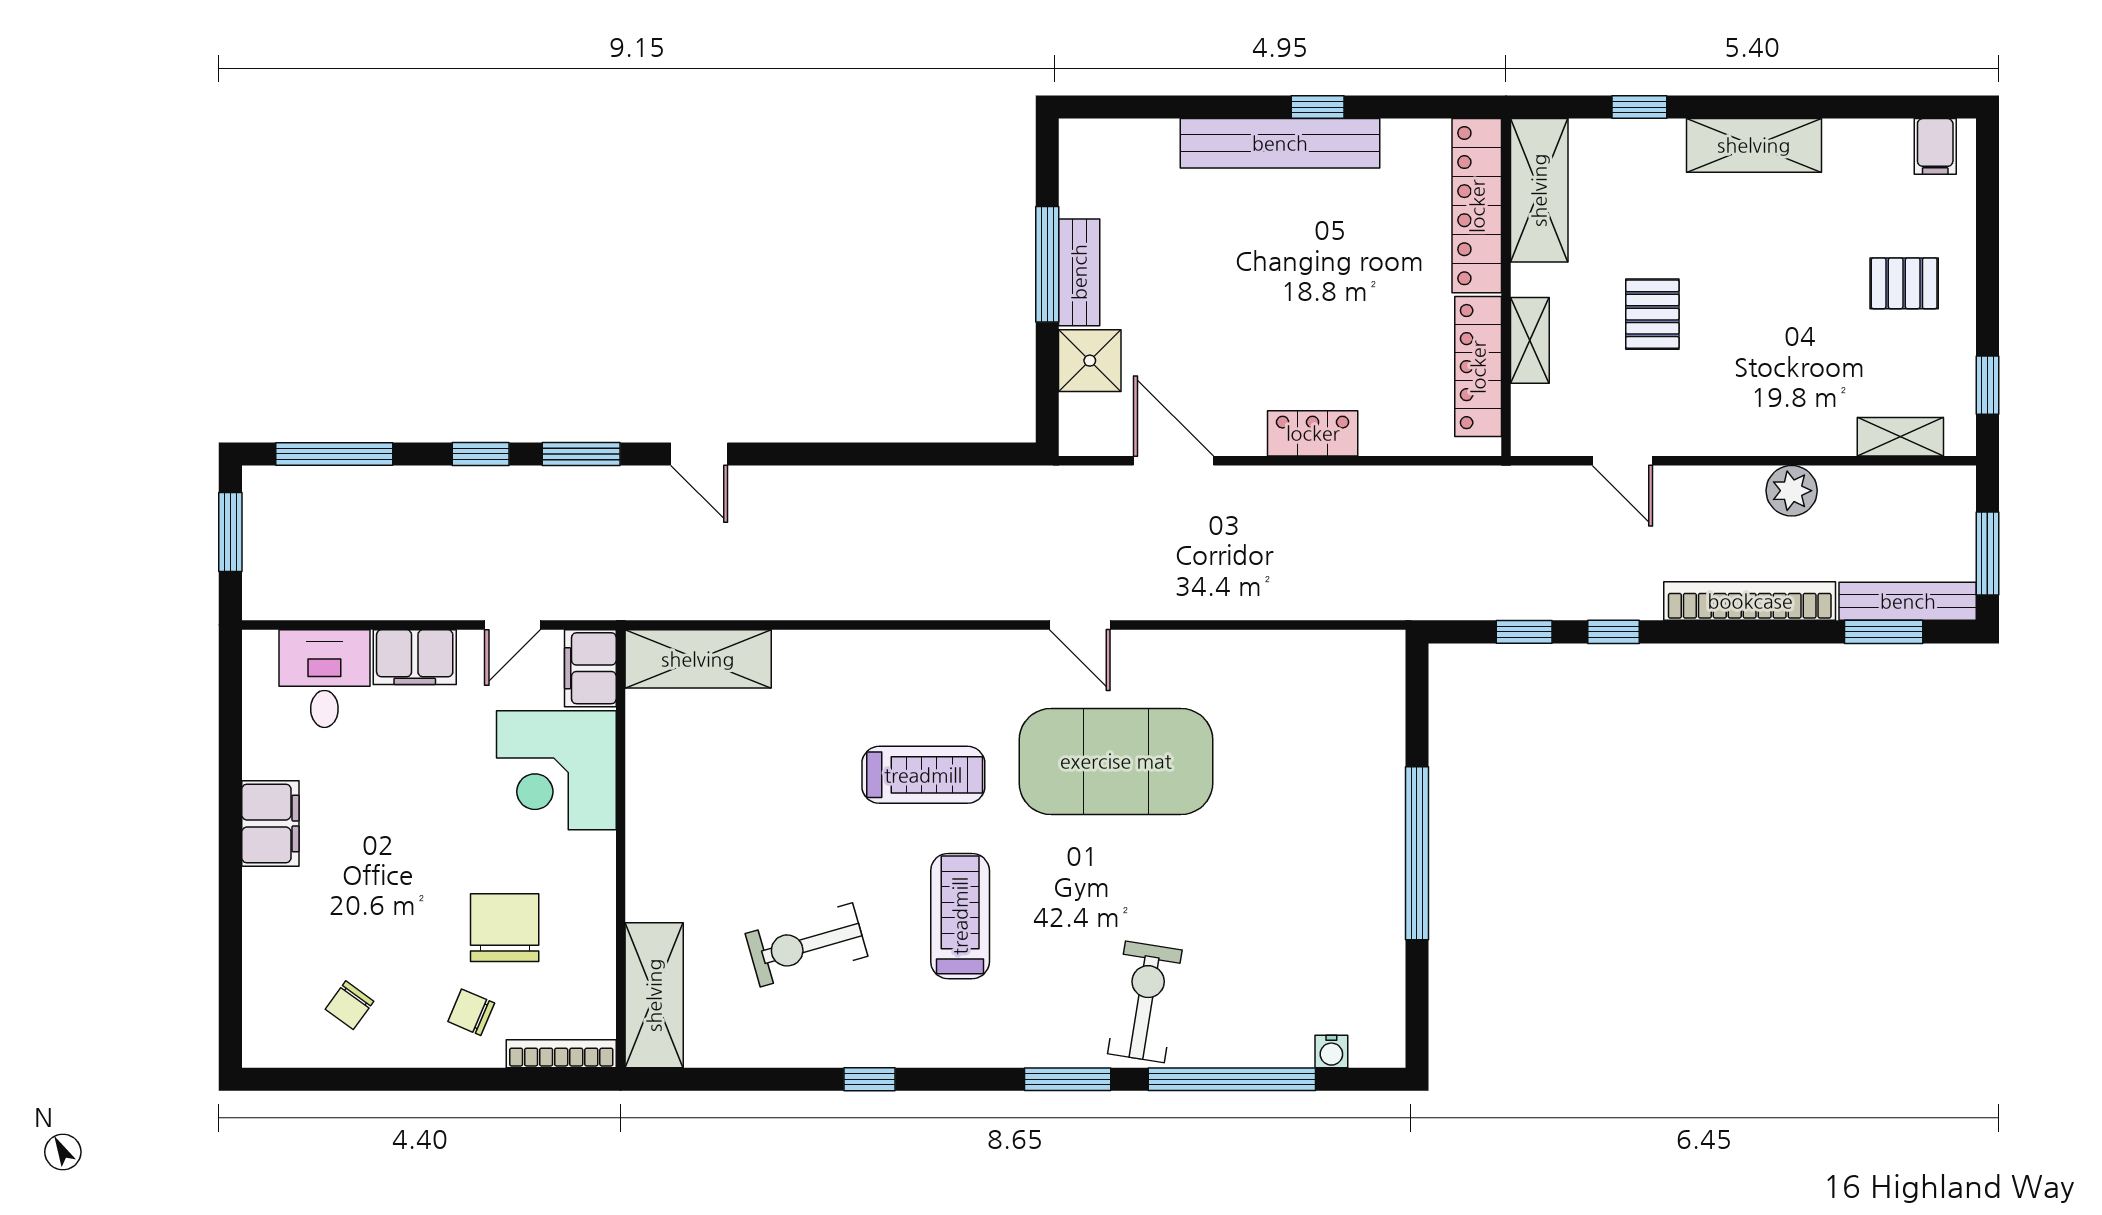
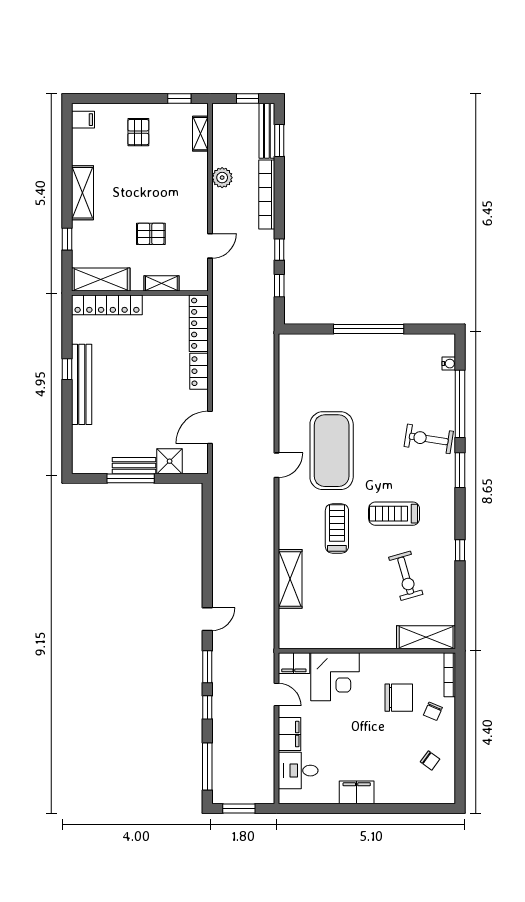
locker: (1478, 367) -> (199, 323), moved, turned 90
window: (1987, 554) -> (248, 98), width x0.67
shelving: (698, 659) -> (290, 579), moved
chair: (505, 928) -> (399, 698), turned 180

